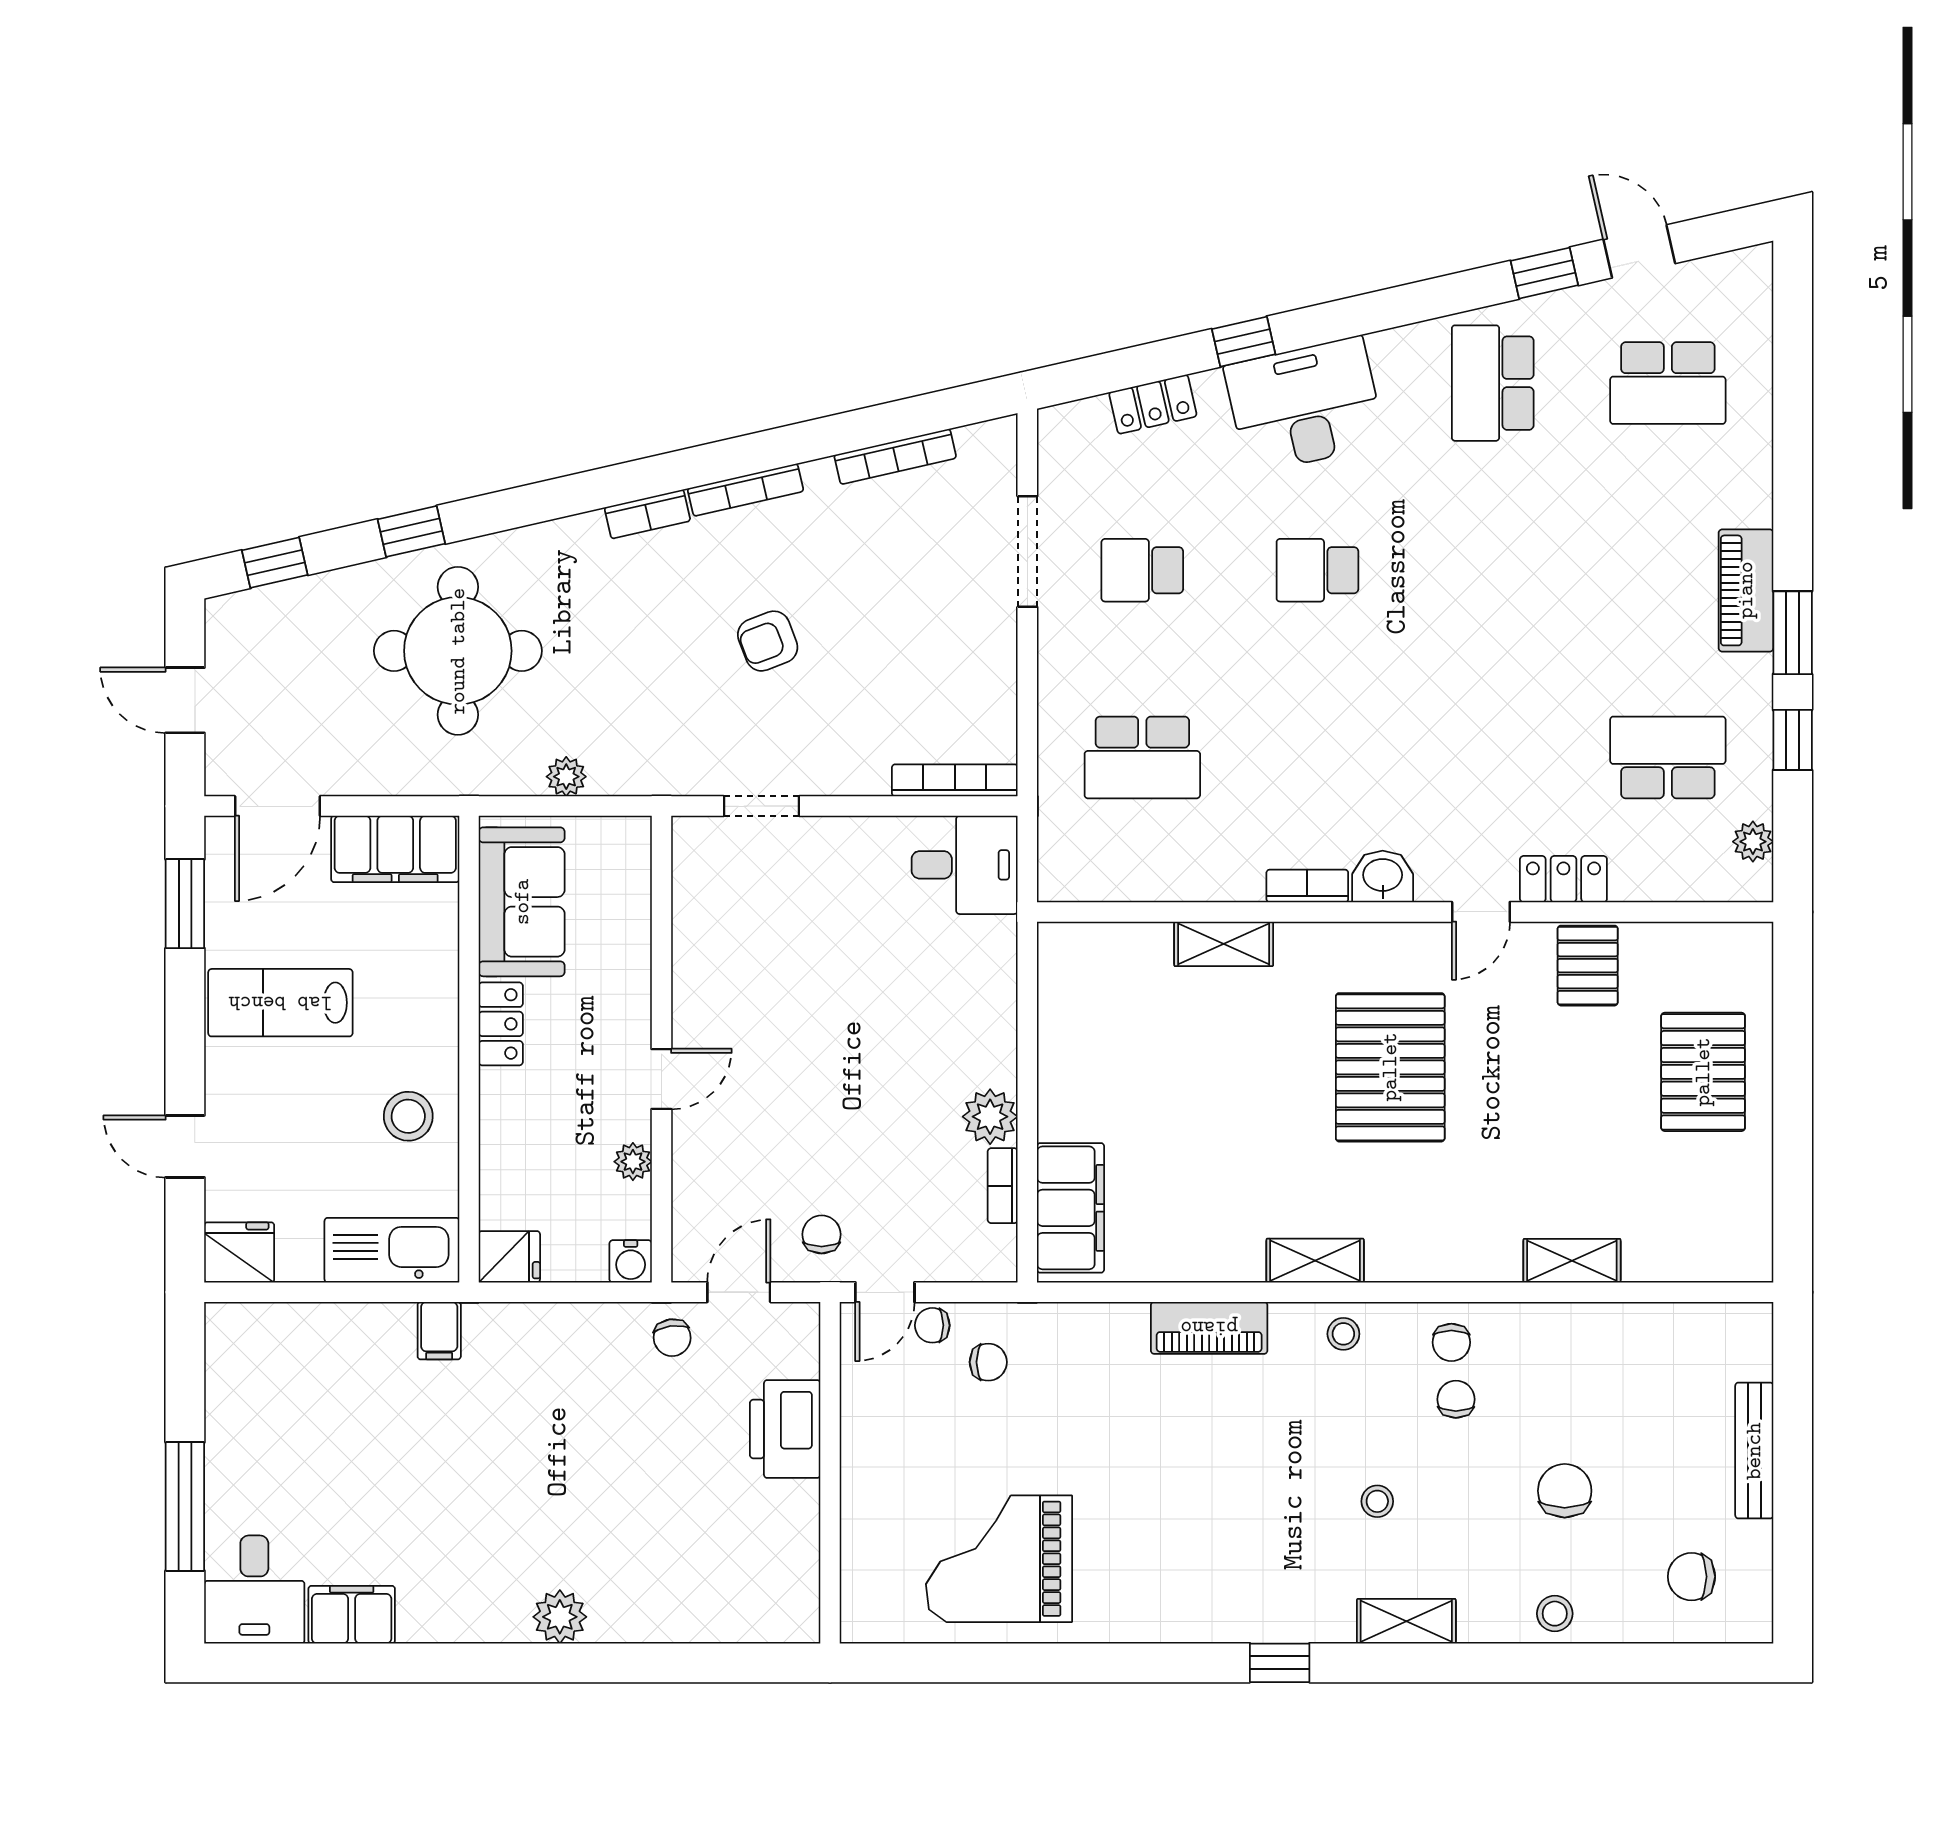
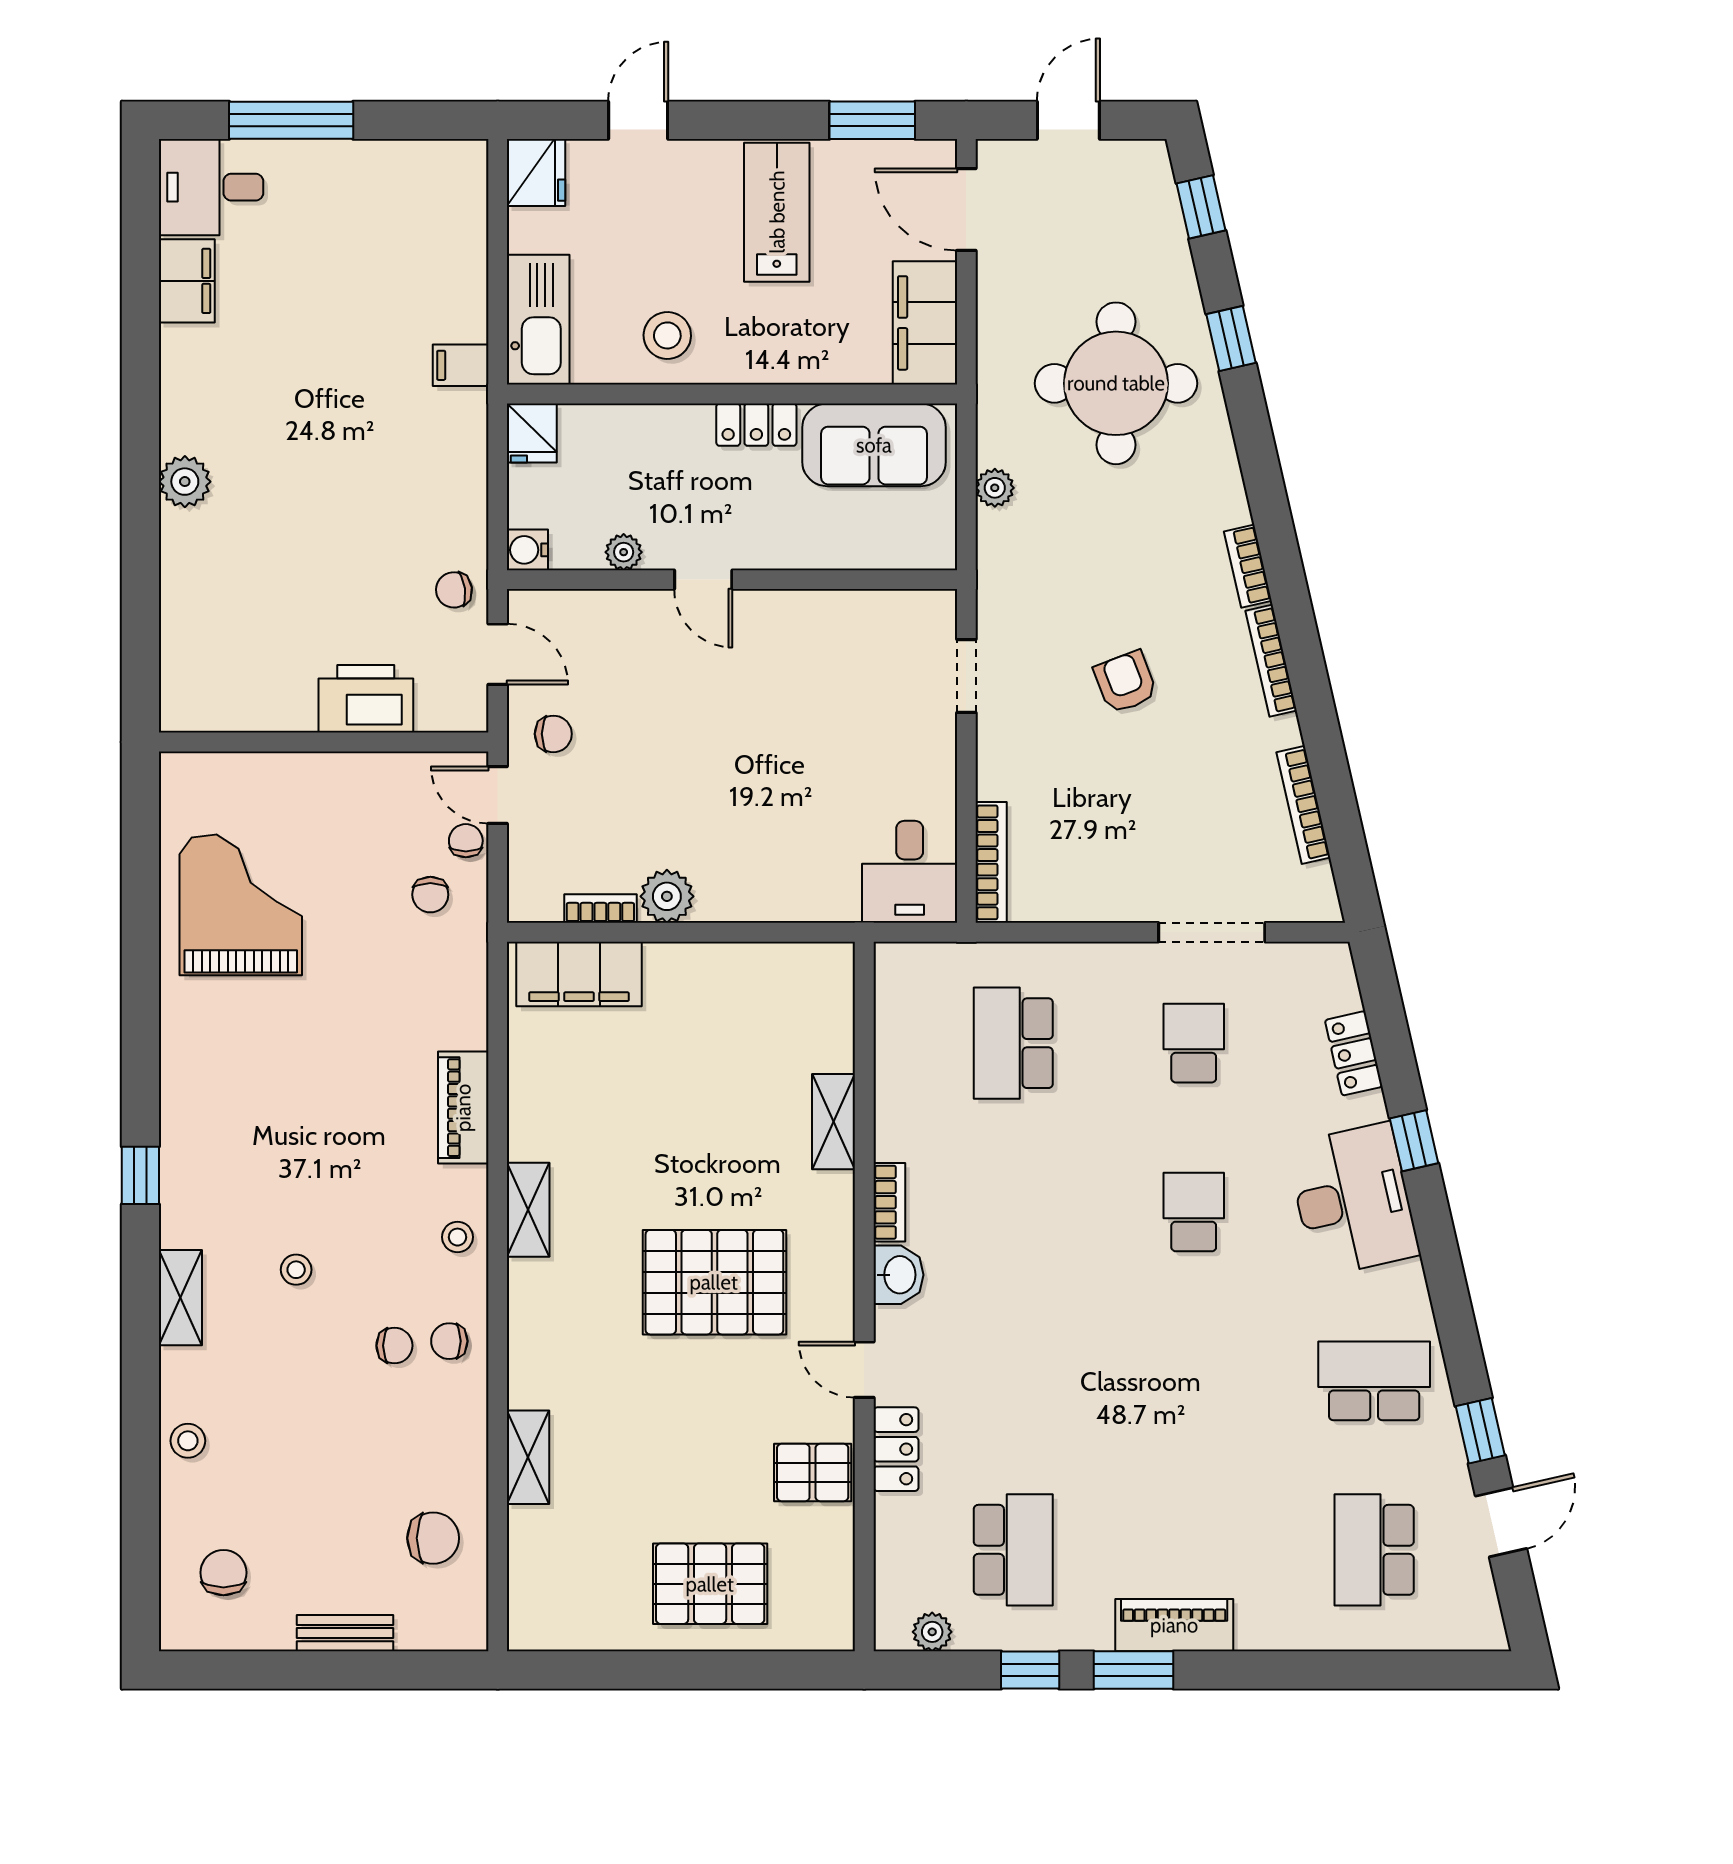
bench: (1754, 1451) -> (345, 1633), width x0.73
chair: (1565, 1491) -> (433, 1538), moved

